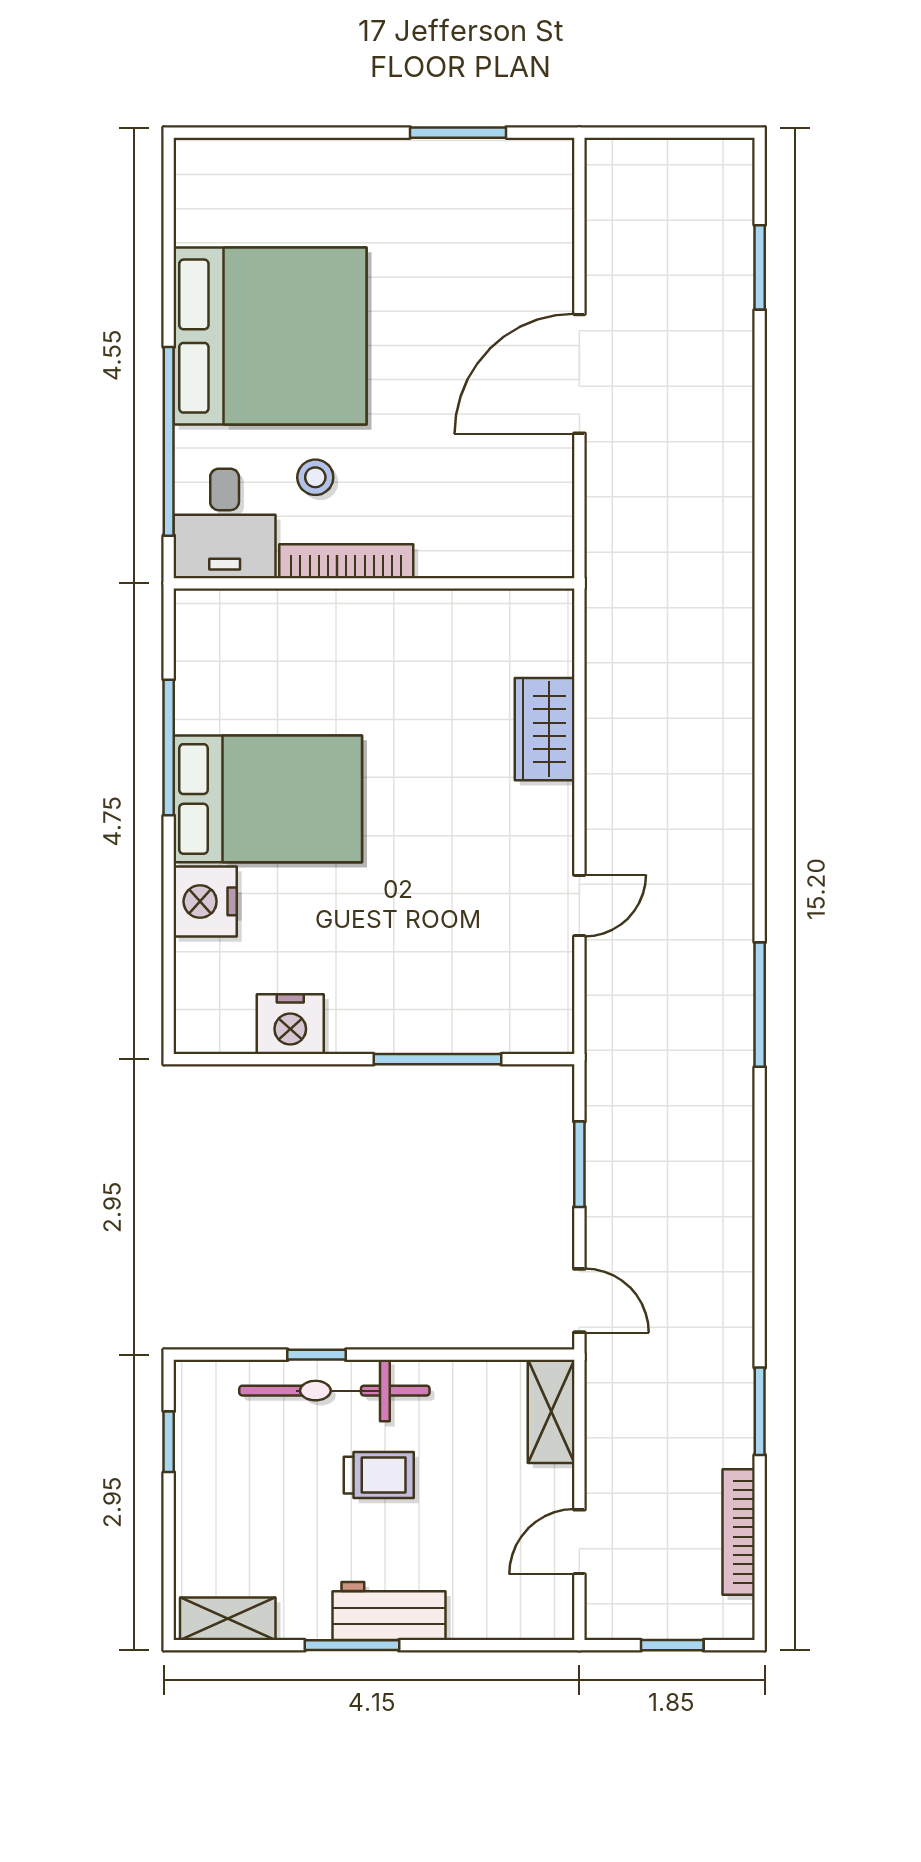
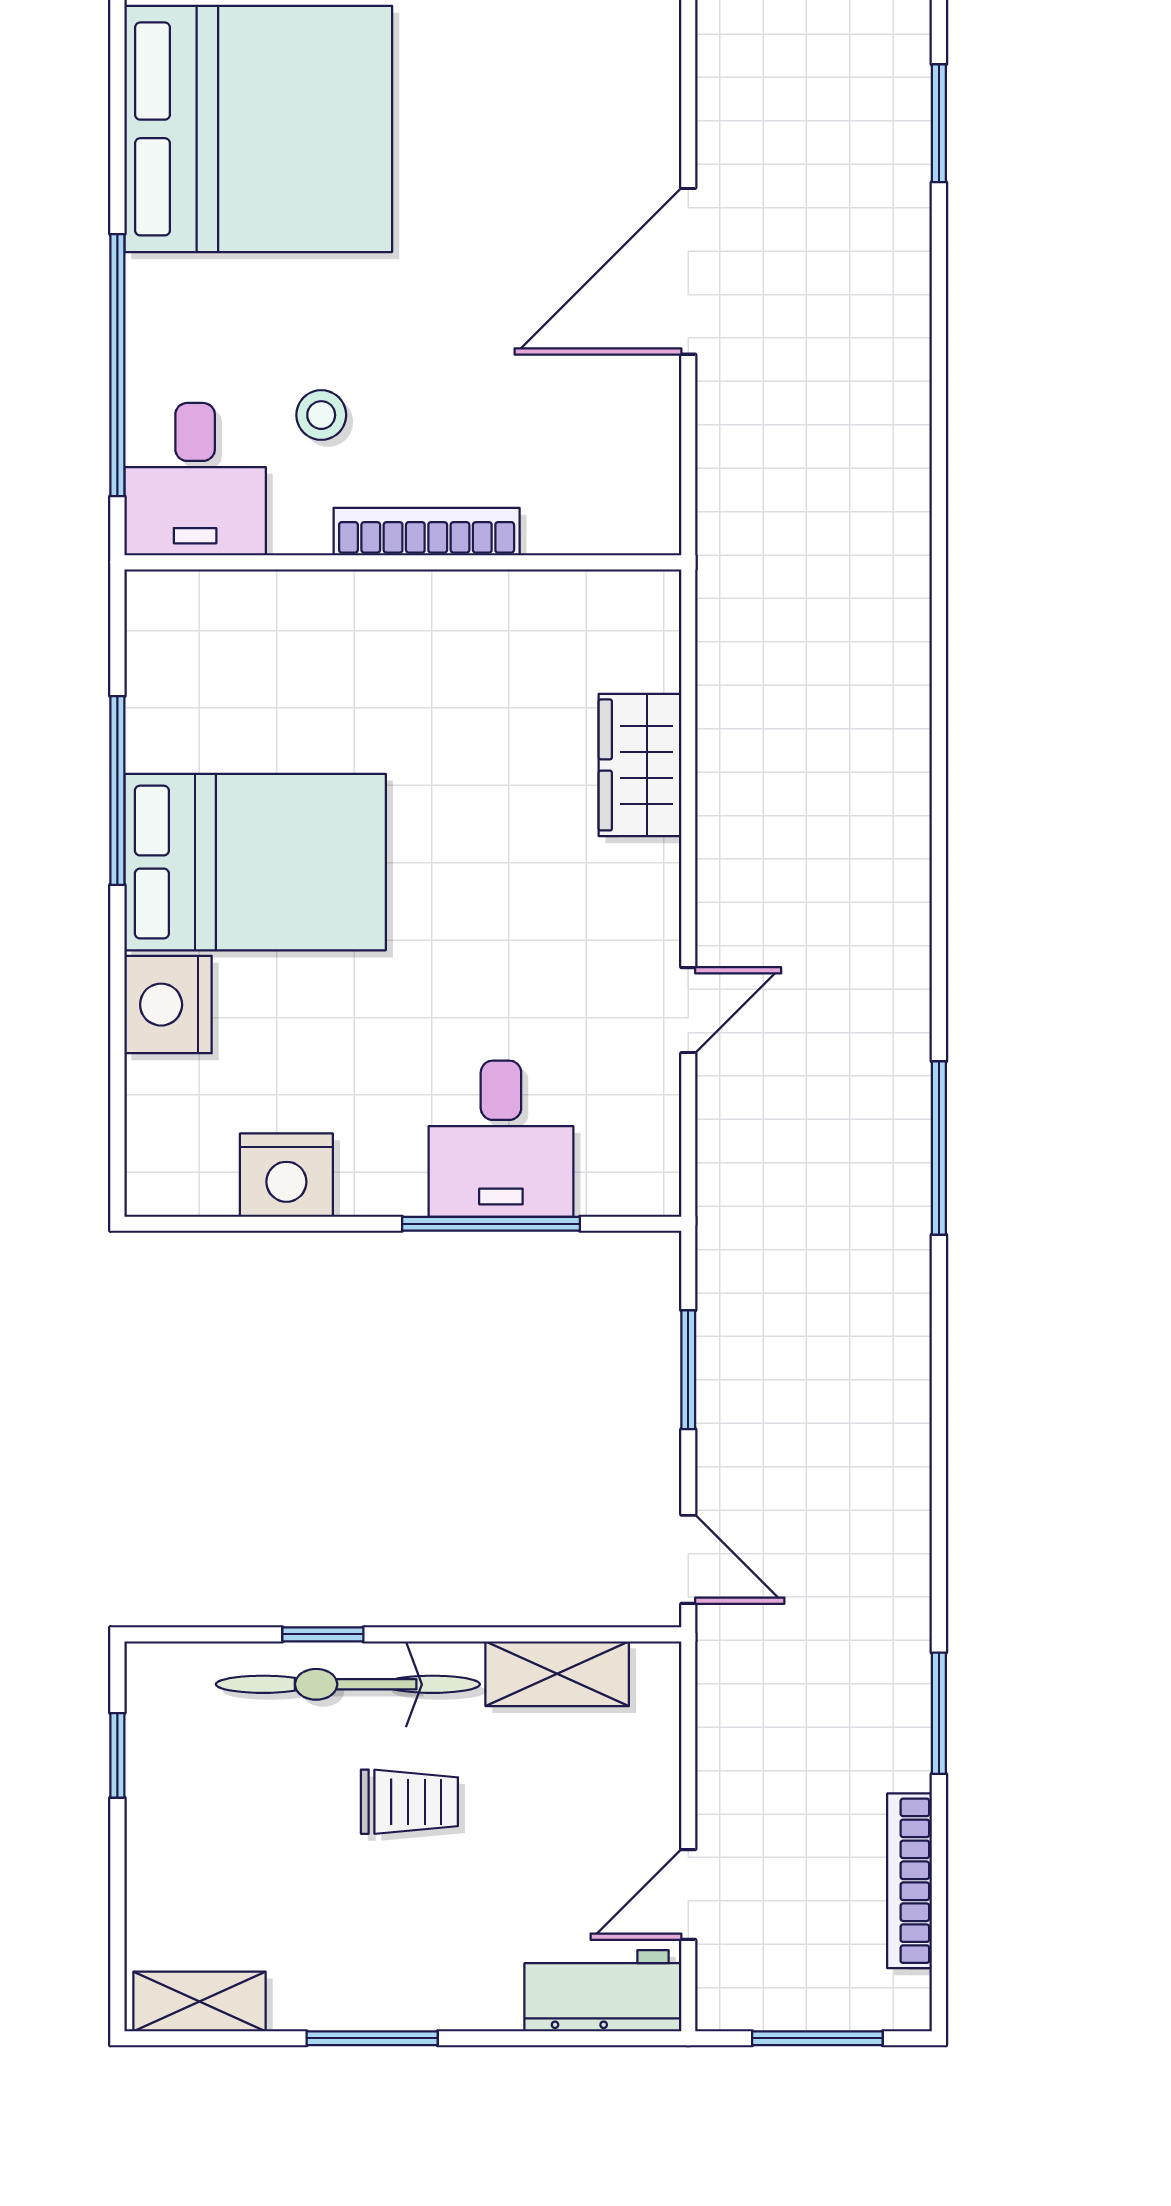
bed: (270, 336) -> (258, 129), moved
bookcase: (346, 561) -> (427, 532), moved
desk: (445, 998) -> (501, 1139), added
shelving: (551, 1411) -> (557, 1674), moved, turned 90
workbench: (389, 1611) -> (603, 1991), moved
window: (672, 1645) -> (817, 2038), width x1.50

